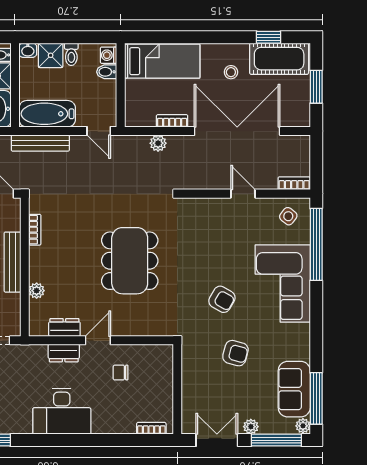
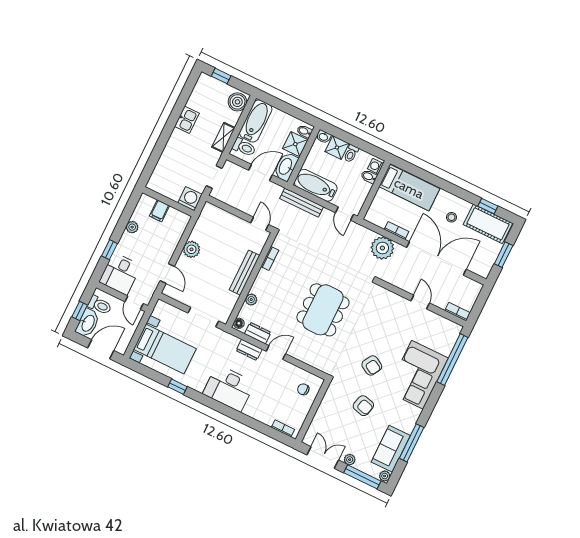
plant: (158, 143) -> (382, 248), width x1.88, depth x1.88
side table: (288, 216) -> (443, 332), removed
floor lamp: (36, 327) -> (239, 323), added
chair: (121, 373) -> (303, 389), moved
window: (316, 398) -> (412, 443), moved

